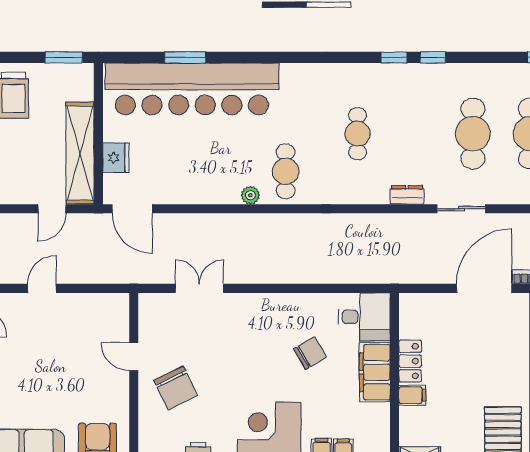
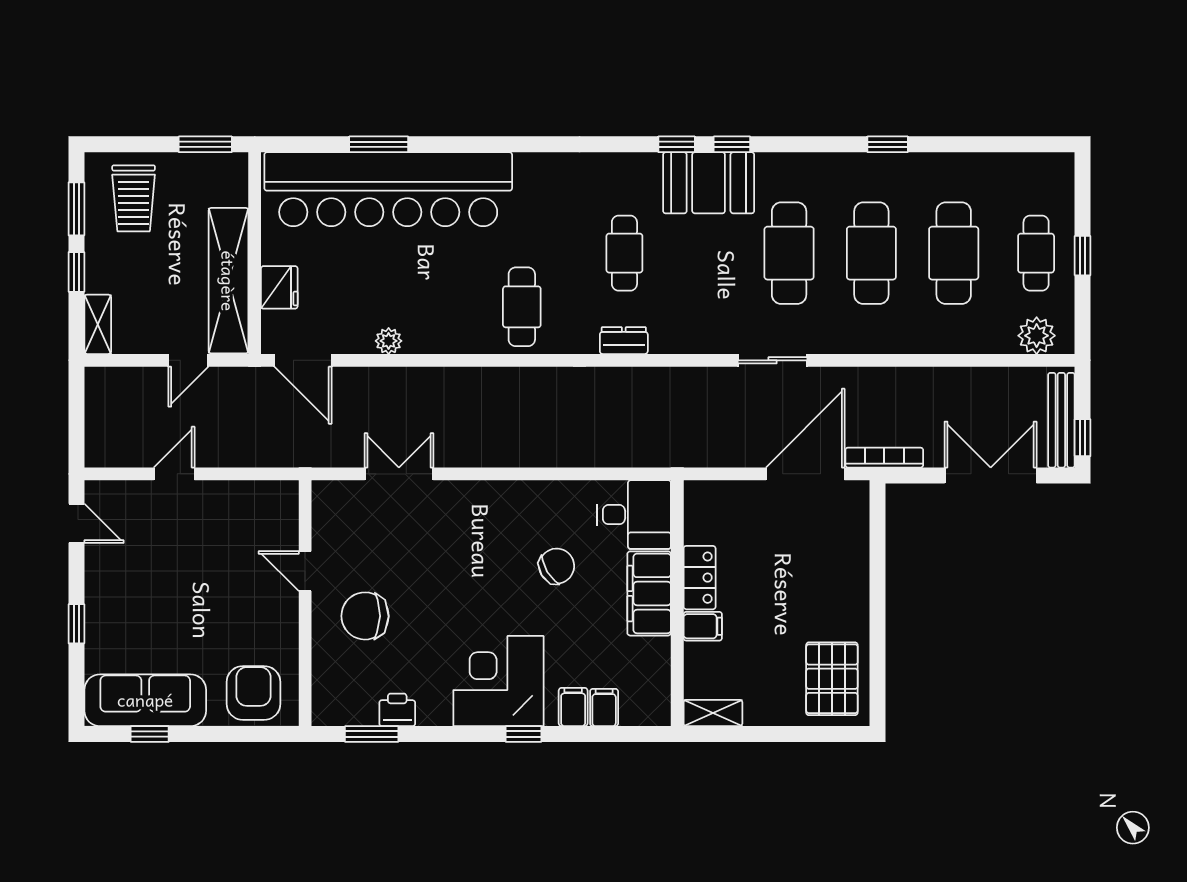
booth: (416, 84) -> (709, 183), added
plant: (250, 195) -> (389, 341), moved
dresser: (407, 195) -> (624, 341), moved
chair: (176, 388) -> (365, 616), turned 117

